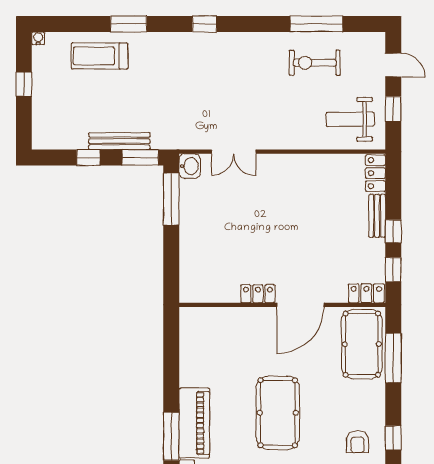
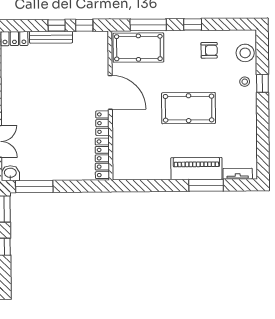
bench: (377, 216) -> (51, 37), width x1.36
locker: (366, 293) -> (102, 158), moved, width x1.53
window: (393, 438) -> (193, 24), moved

